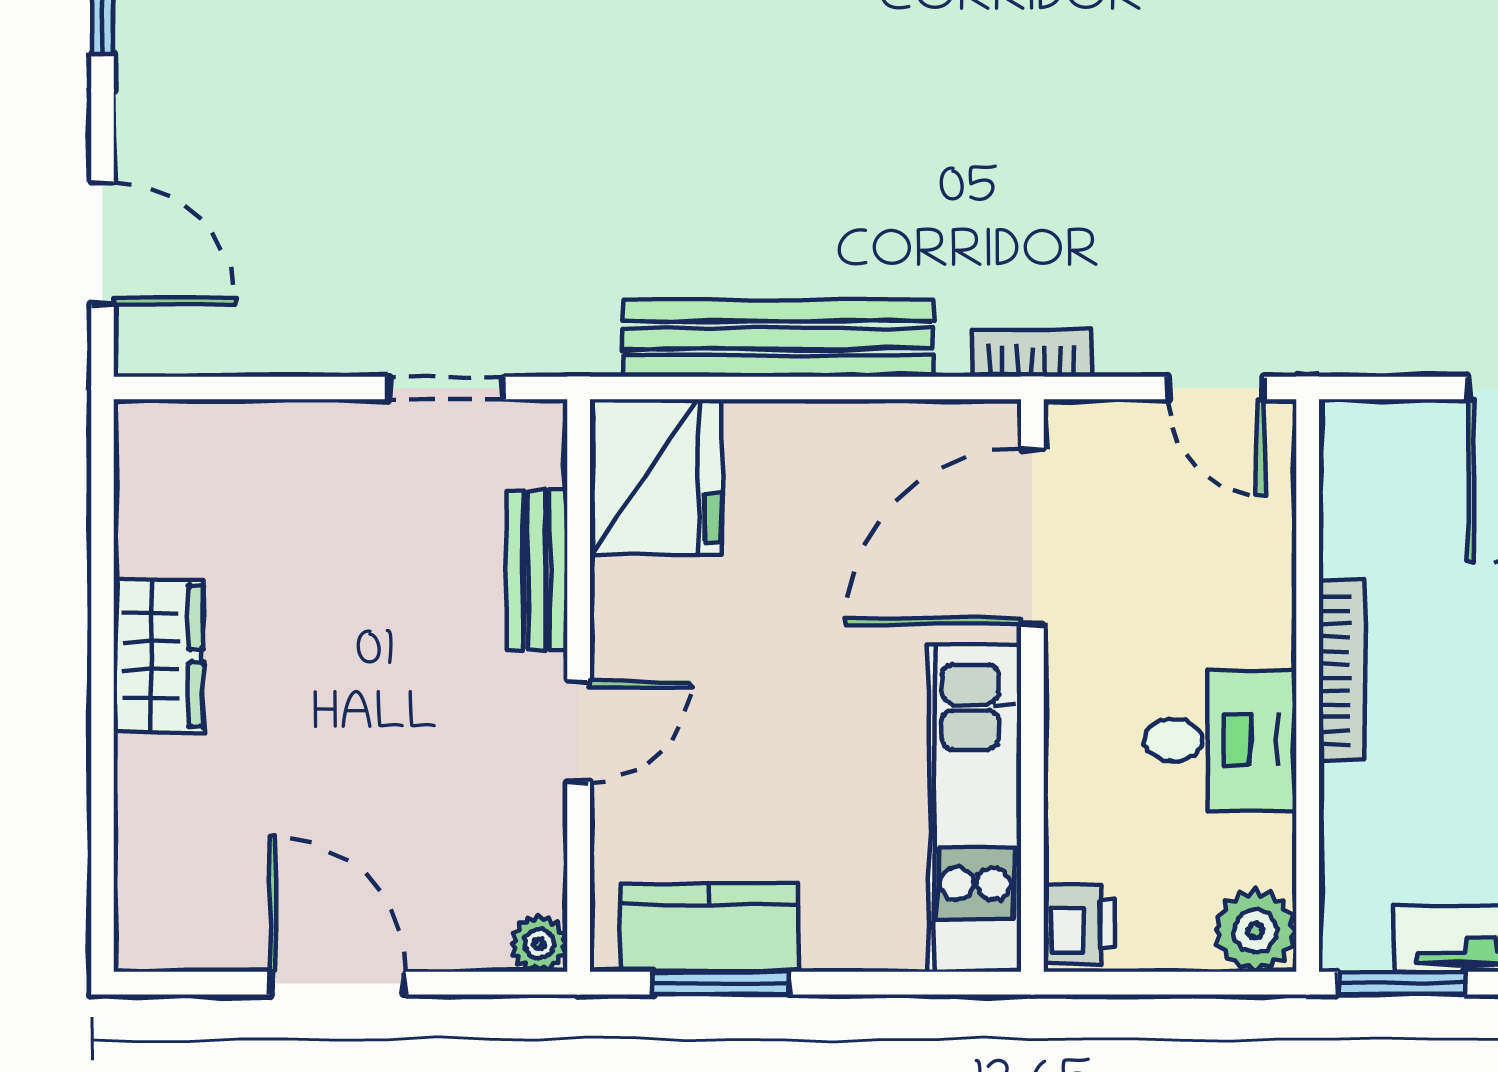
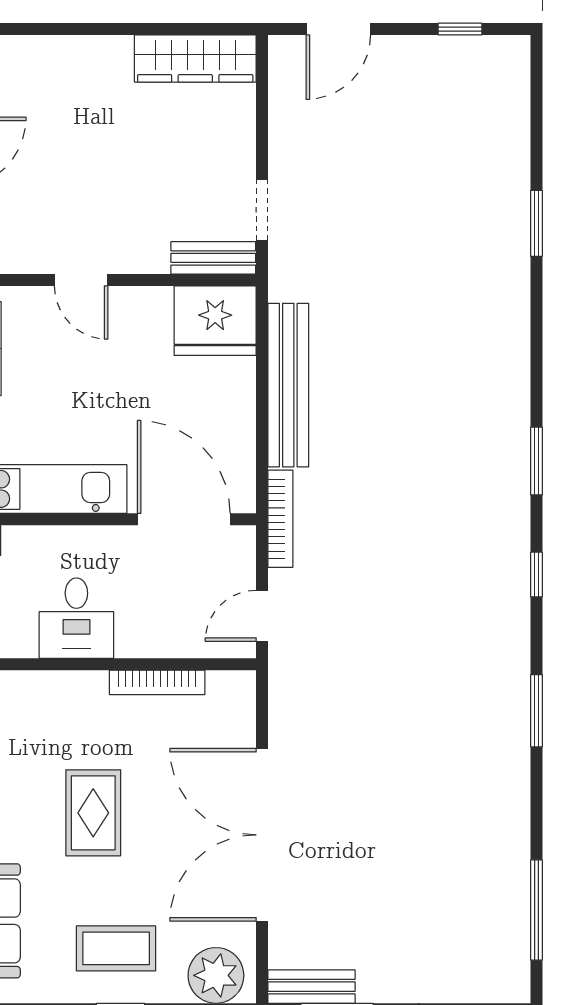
bookcase: (1032, 353) -> (280, 519), width x1.56
bench: (537, 570) -> (213, 258), moved
wardrobe: (158, 656) -> (195, 59), moved, width x1.50
bookcase: (1342, 671) -> (157, 682), moved

